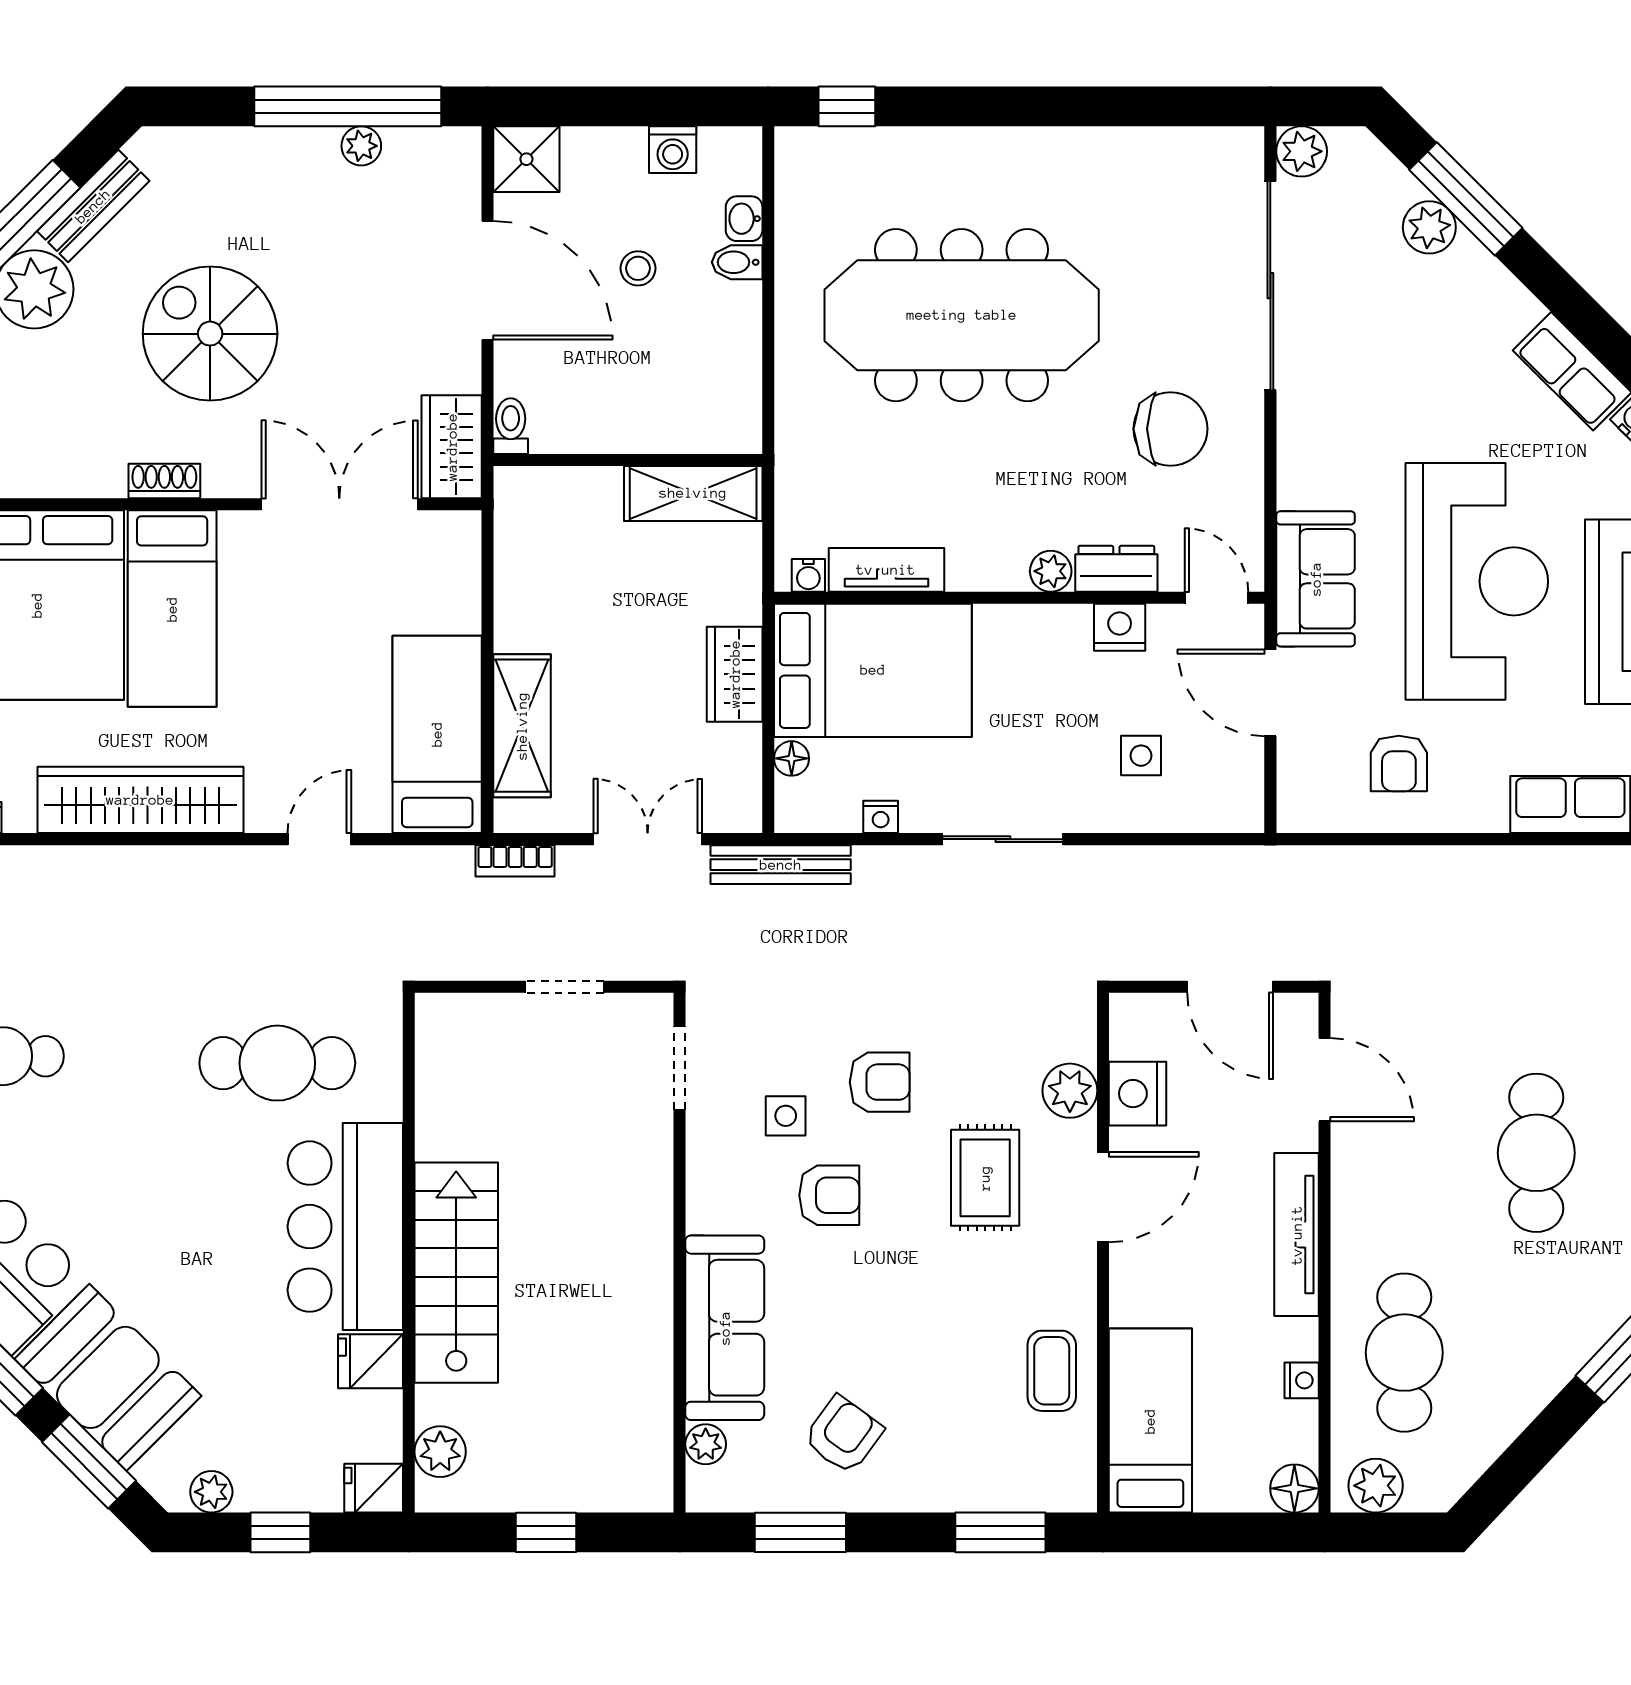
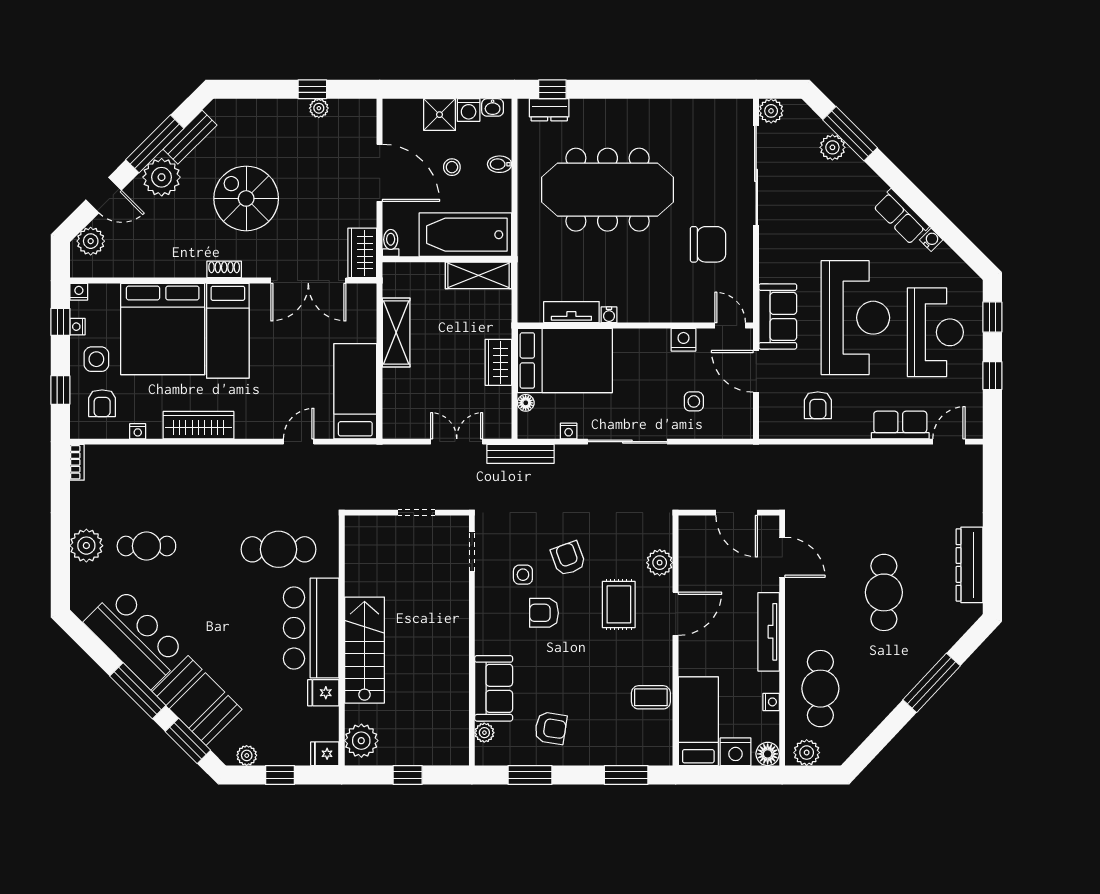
window: (348, 106) -> (312, 89), width x0.32
shower: (526, 159) -> (440, 115), moved
washbasin: (744, 219) -> (493, 107), moved, turned -90
bathtub: (666, 409) -> (465, 235), added
double door: (339, 504) -> (308, 281), swing flipped
dresser: (1116, 569) -> (549, 110), moved, turned 180
plant: (1051, 571) -> (650, 313), removed
water cooler: (808, 575) -> (609, 315), moved
shelving: (522, 726) -> (396, 332), moved
wardrobe: (140, 800) -> (199, 425), width x0.71, depth x0.85
sliding door: (1003, 839) -> (627, 442), width x1.37
bookcase: (515, 861) -> (393, 452), removed
armchair: (880, 1082) -> (568, 558), turned -110
nightstand: (1138, 1094) -> (736, 752), moved, turned -90
armchair: (829, 1195) -> (544, 613), turned 180
sofa: (725, 1328) -> (494, 688), width x0.73
coffee table: (1052, 1371) -> (651, 697), turned 90
armchair: (843, 1435) -> (551, 728), turned 63
plant: (440, 1452) -> (361, 741), width x1.36, depth x1.36

